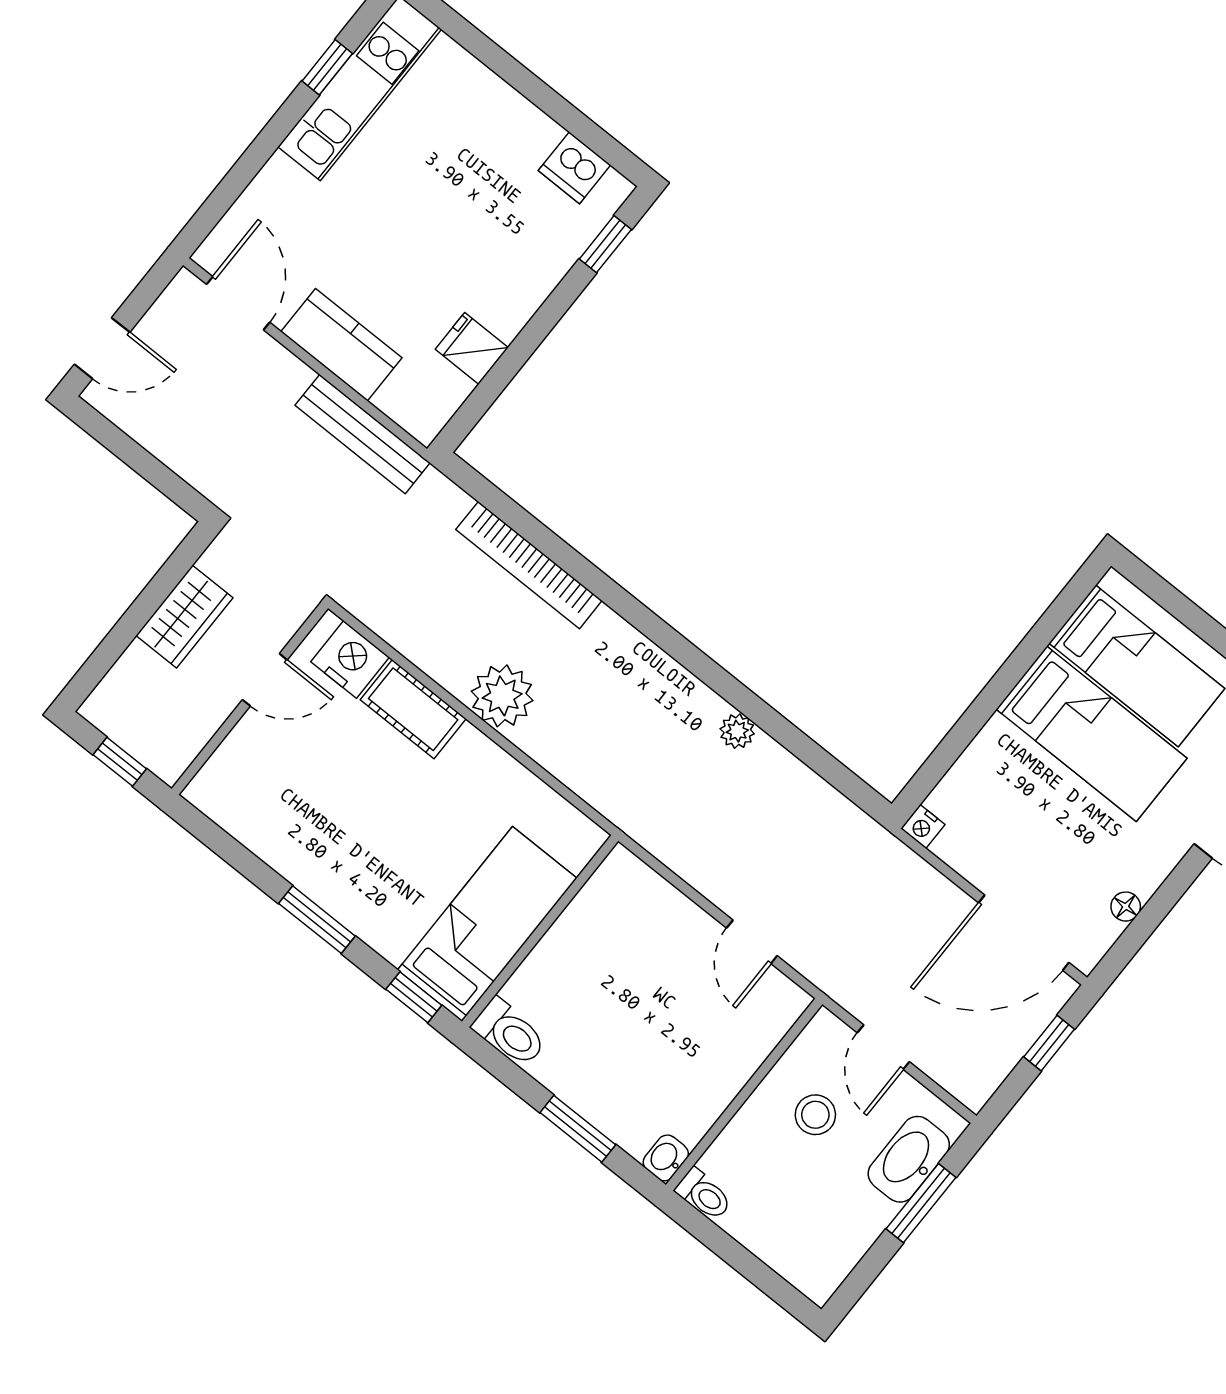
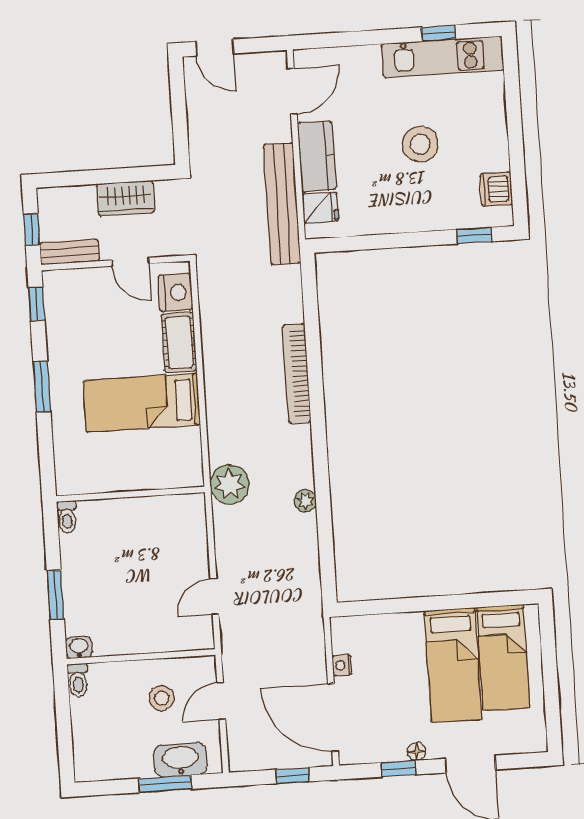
stool: (439, 209) -> (420, 144), added
fridge: (472, 348) -> (320, 208), moved, turned 90
bench: (363, 434) -> (282, 204), width x1.37, depth x1.21
bookcase: (529, 565) -> (297, 374), moved
plant: (502, 696) -> (230, 484), moved
bench: (187, 741) -> (69, 252), added
nightstand: (923, 827) -> (342, 665), moved
floor lamp: (1126, 907) -> (417, 751), moved
window: (1155, 910) -> (399, 769), added
bed: (487, 924) -> (142, 403), moved, turned 180
window: (414, 997) -> (37, 304), moved
toilet: (510, 1033) -> (67, 517), width x0.73, depth x0.72

